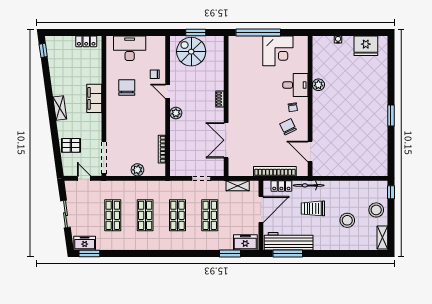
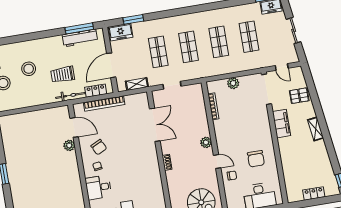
locker: (86, 41) -> (314, 193), moved
plant: (318, 85) -> (69, 145), moved
filing cabinet: (94, 98) -> (282, 124), moved
trolley: (313, 208) -> (63, 75), turned 180
workbench: (289, 241) -> (80, 38), width x0.73, depth x0.76

